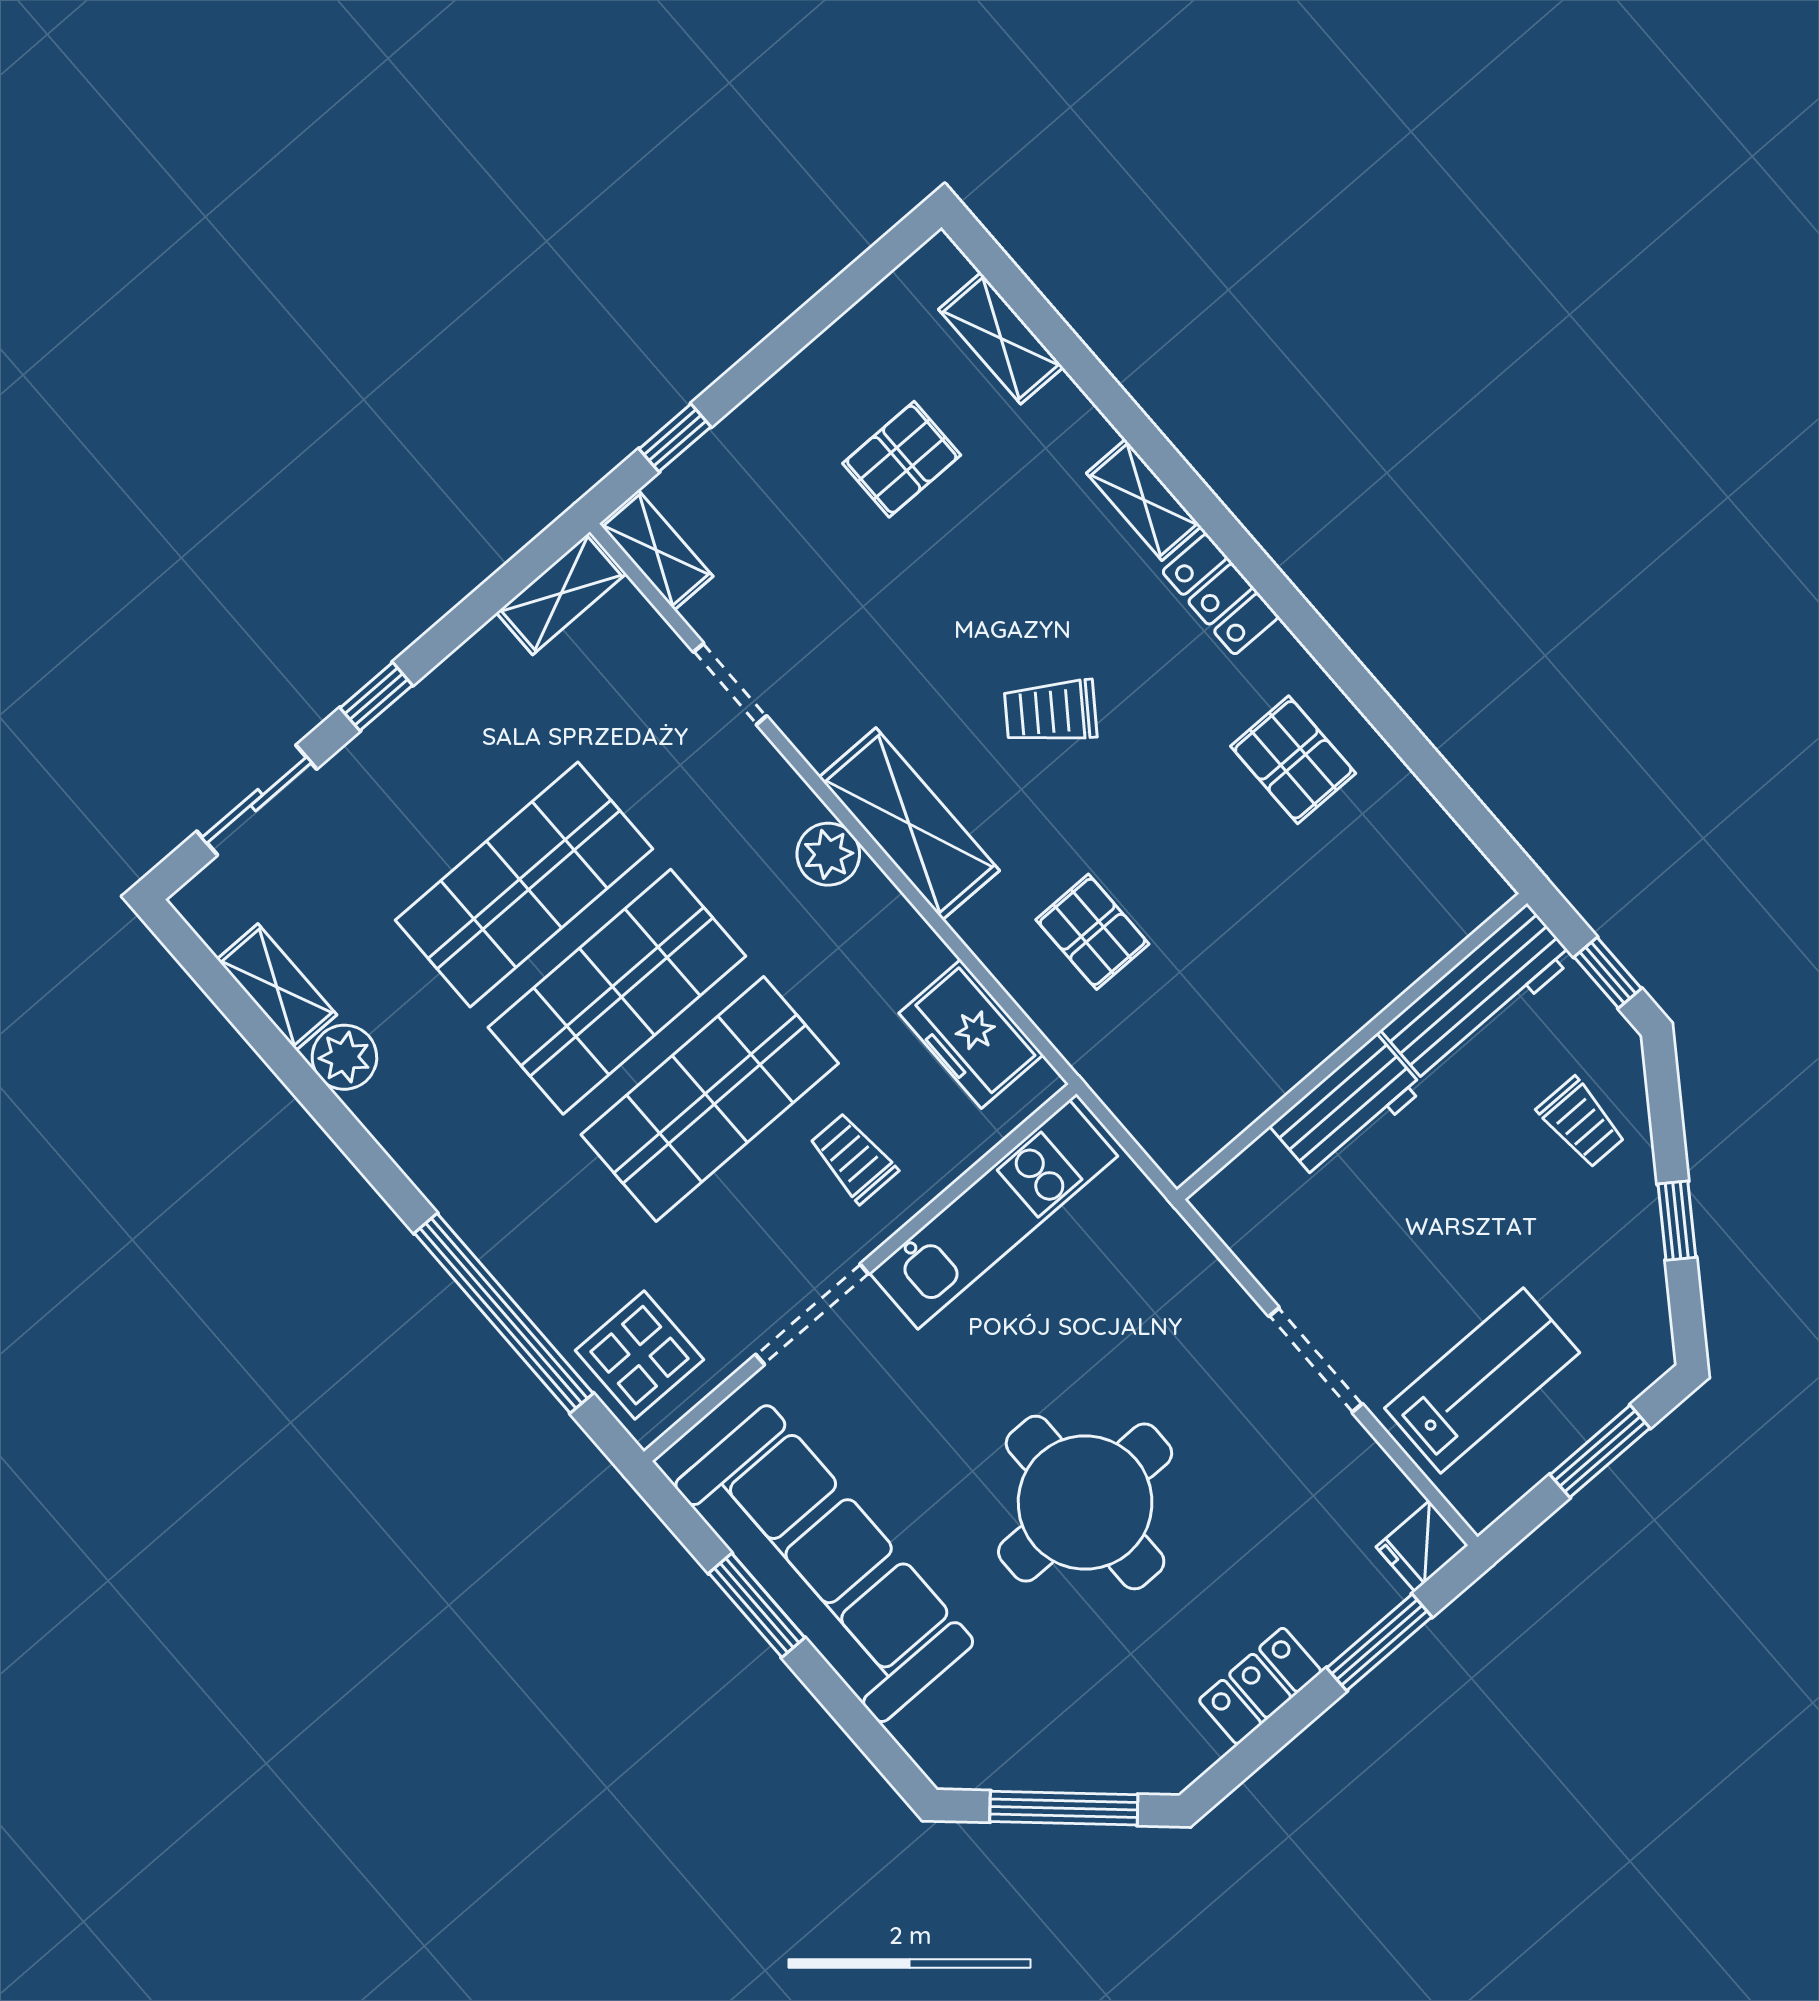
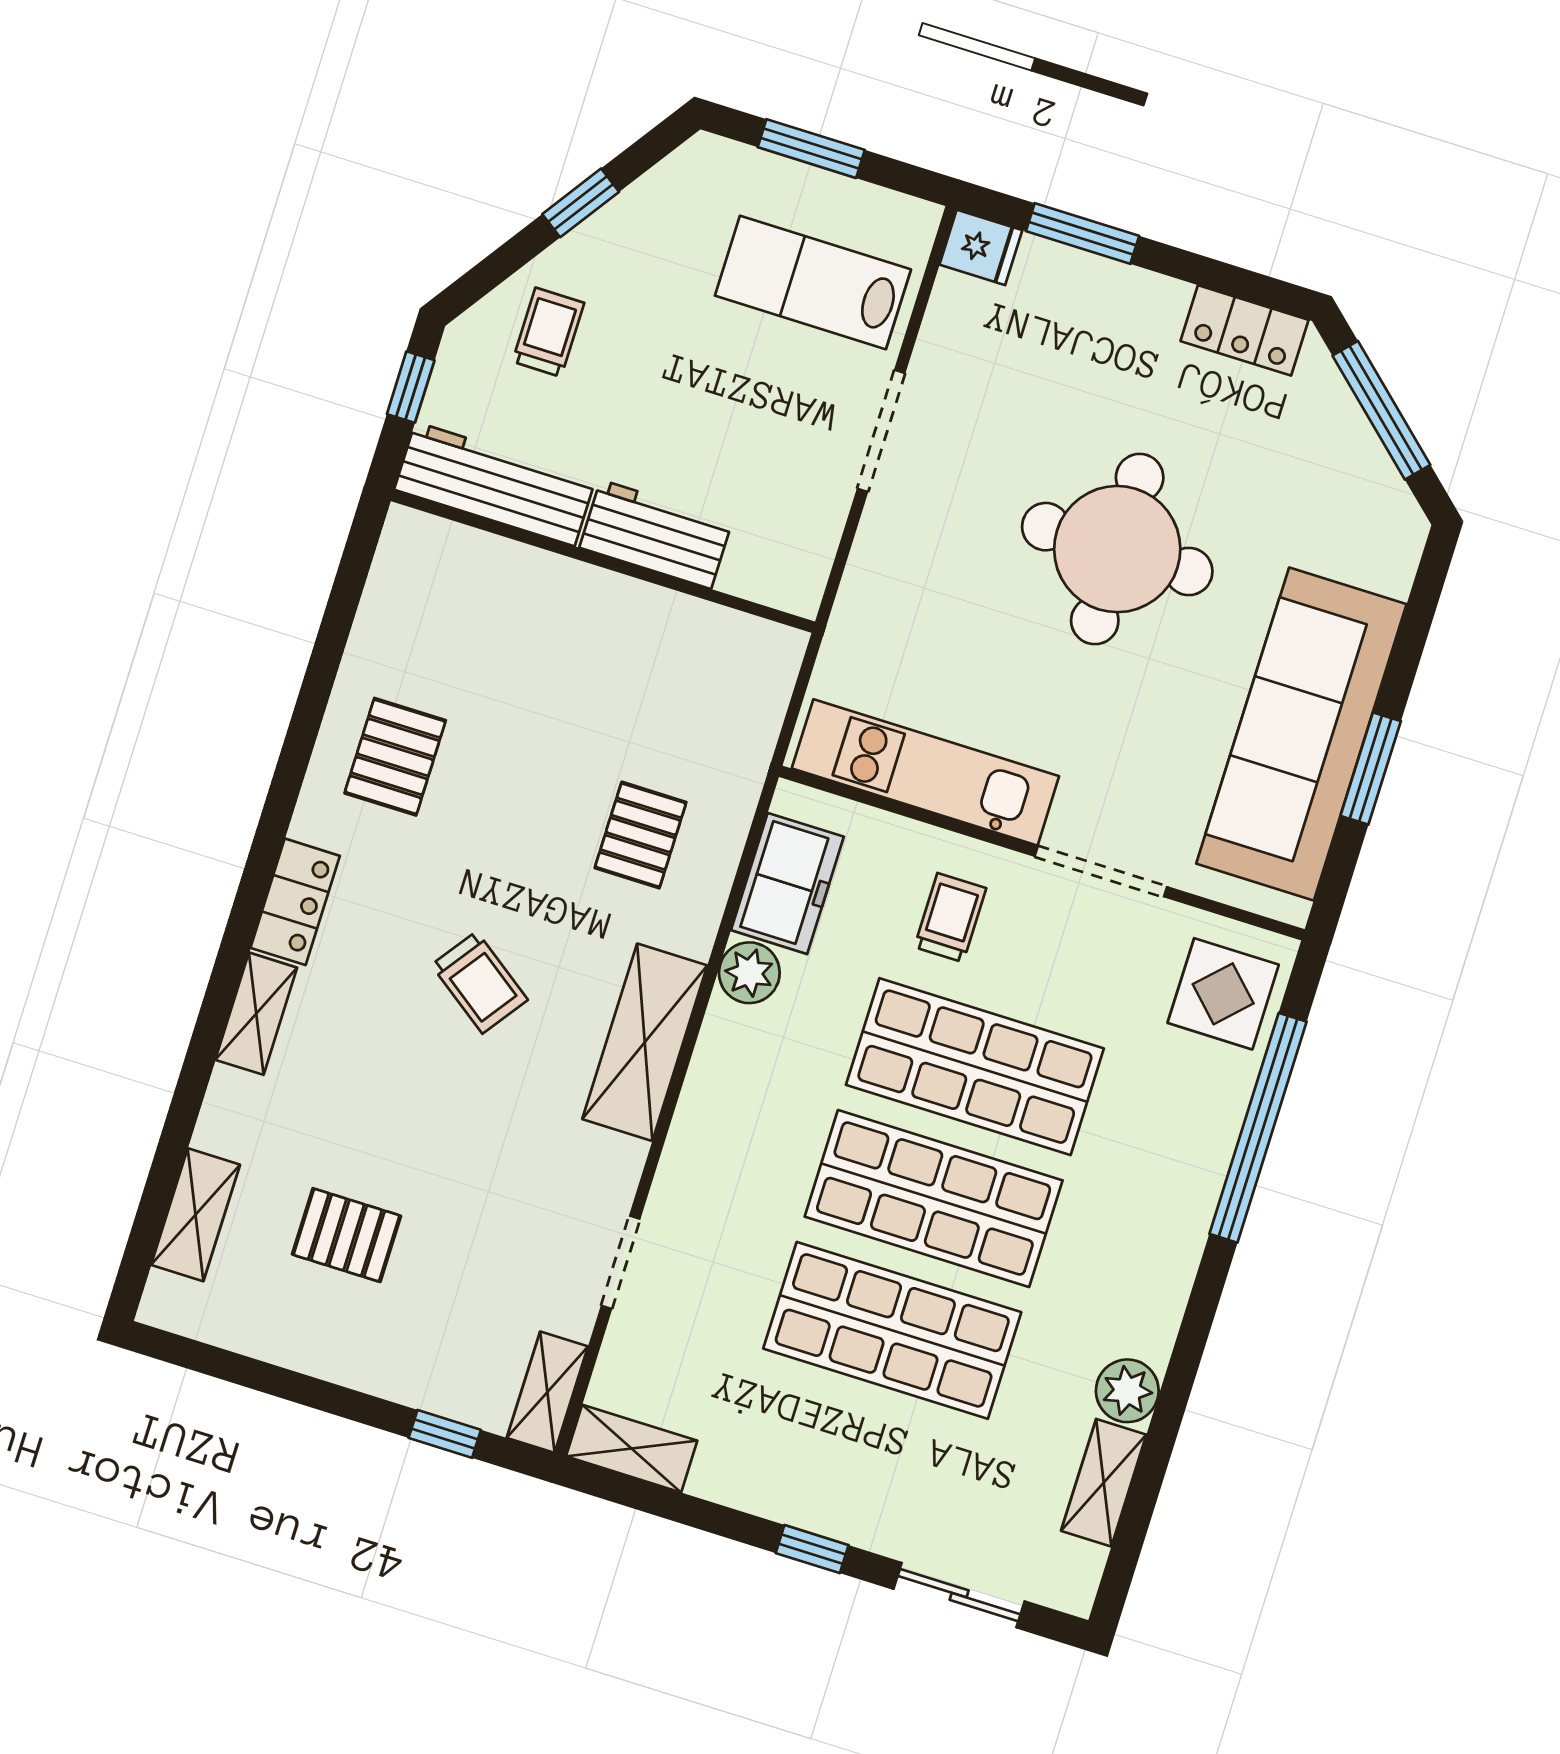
plant: (828, 854) -> (749, 973), moved
trolley: (853, 1158) -> (950, 918), turned 180
locker: (1260, 1686) -> (1244, 330), moved

